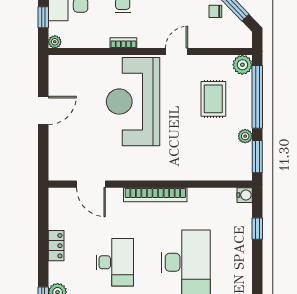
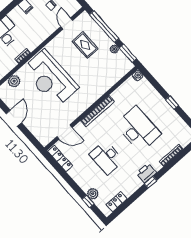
door: (177, 52) -> (67, 24), moved
plant: (242, 65) -> (14, 81), moved
window: (257, 229) -> (172, 103), moved
locker: (56, 246) -> (60, 158), moved, width x1.53
desk: (115, 262) -> (106, 157), turned 180

